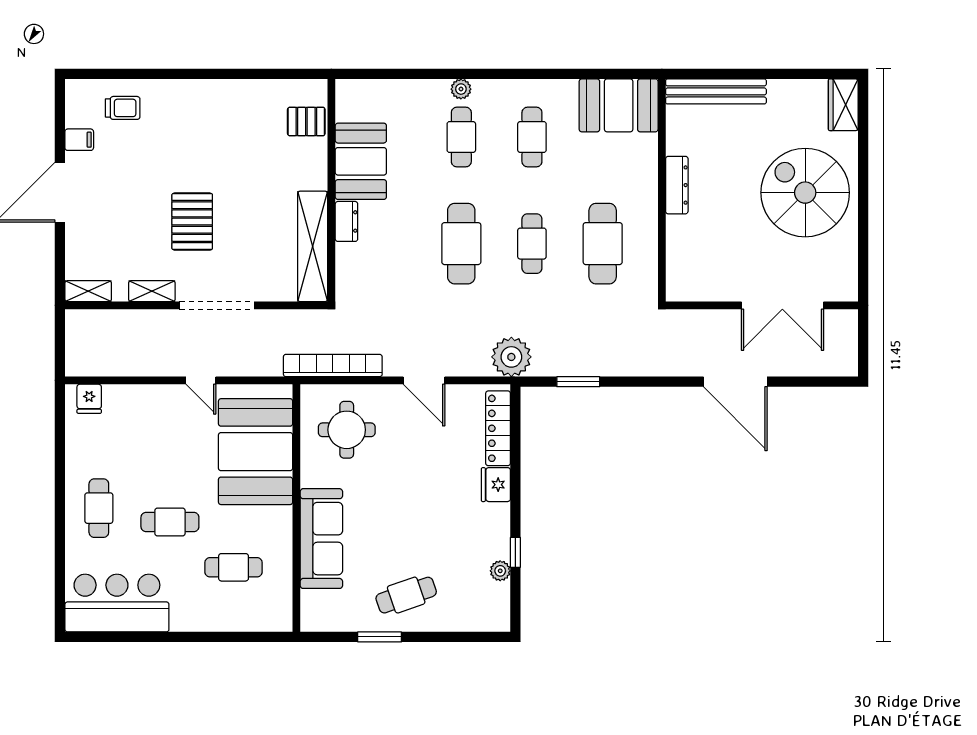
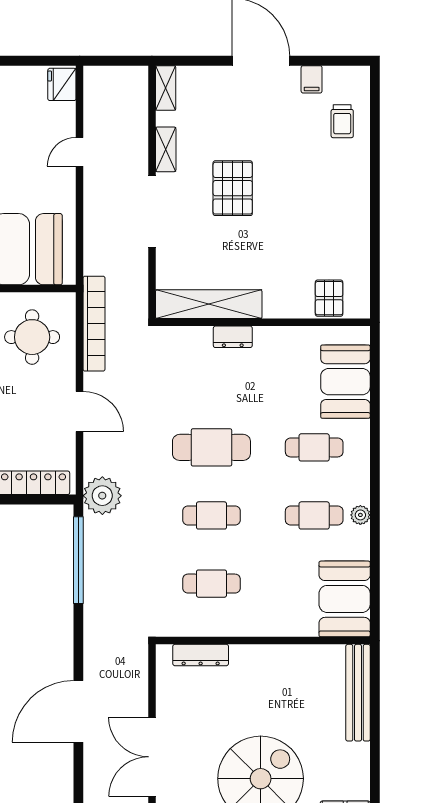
plant: (461, 89) -> (360, 515), moved
booth: (361, 161) -> (345, 382), moved, turned 90
dresser: (677, 185) -> (201, 655), moved
pallet: (192, 222) -> (233, 188), turned 90
cafe table: (603, 244) -> (211, 584), width x0.73, depth x0.74
door: (201, 380) -> (80, 152), moved
door: (424, 380) -> (80, 411), swing flipped
window: (578, 382) -> (78, 560), width x2.11
fridge: (89, 399) -> (62, 84), width x1.38

